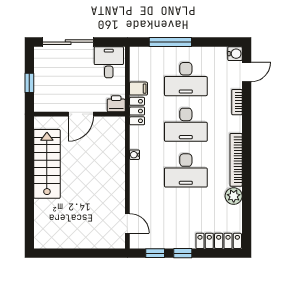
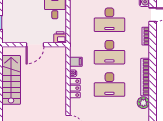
filing cabinet: (138, 89) -> (76, 62), moved
locker: (137, 111) -> (75, 88), moved

